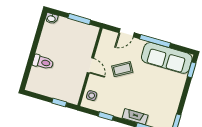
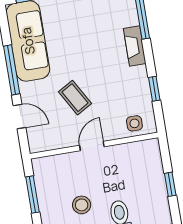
stool: (60, 44) -> (82, 205), added
window: (59, 103) -> (170, 184), moved

